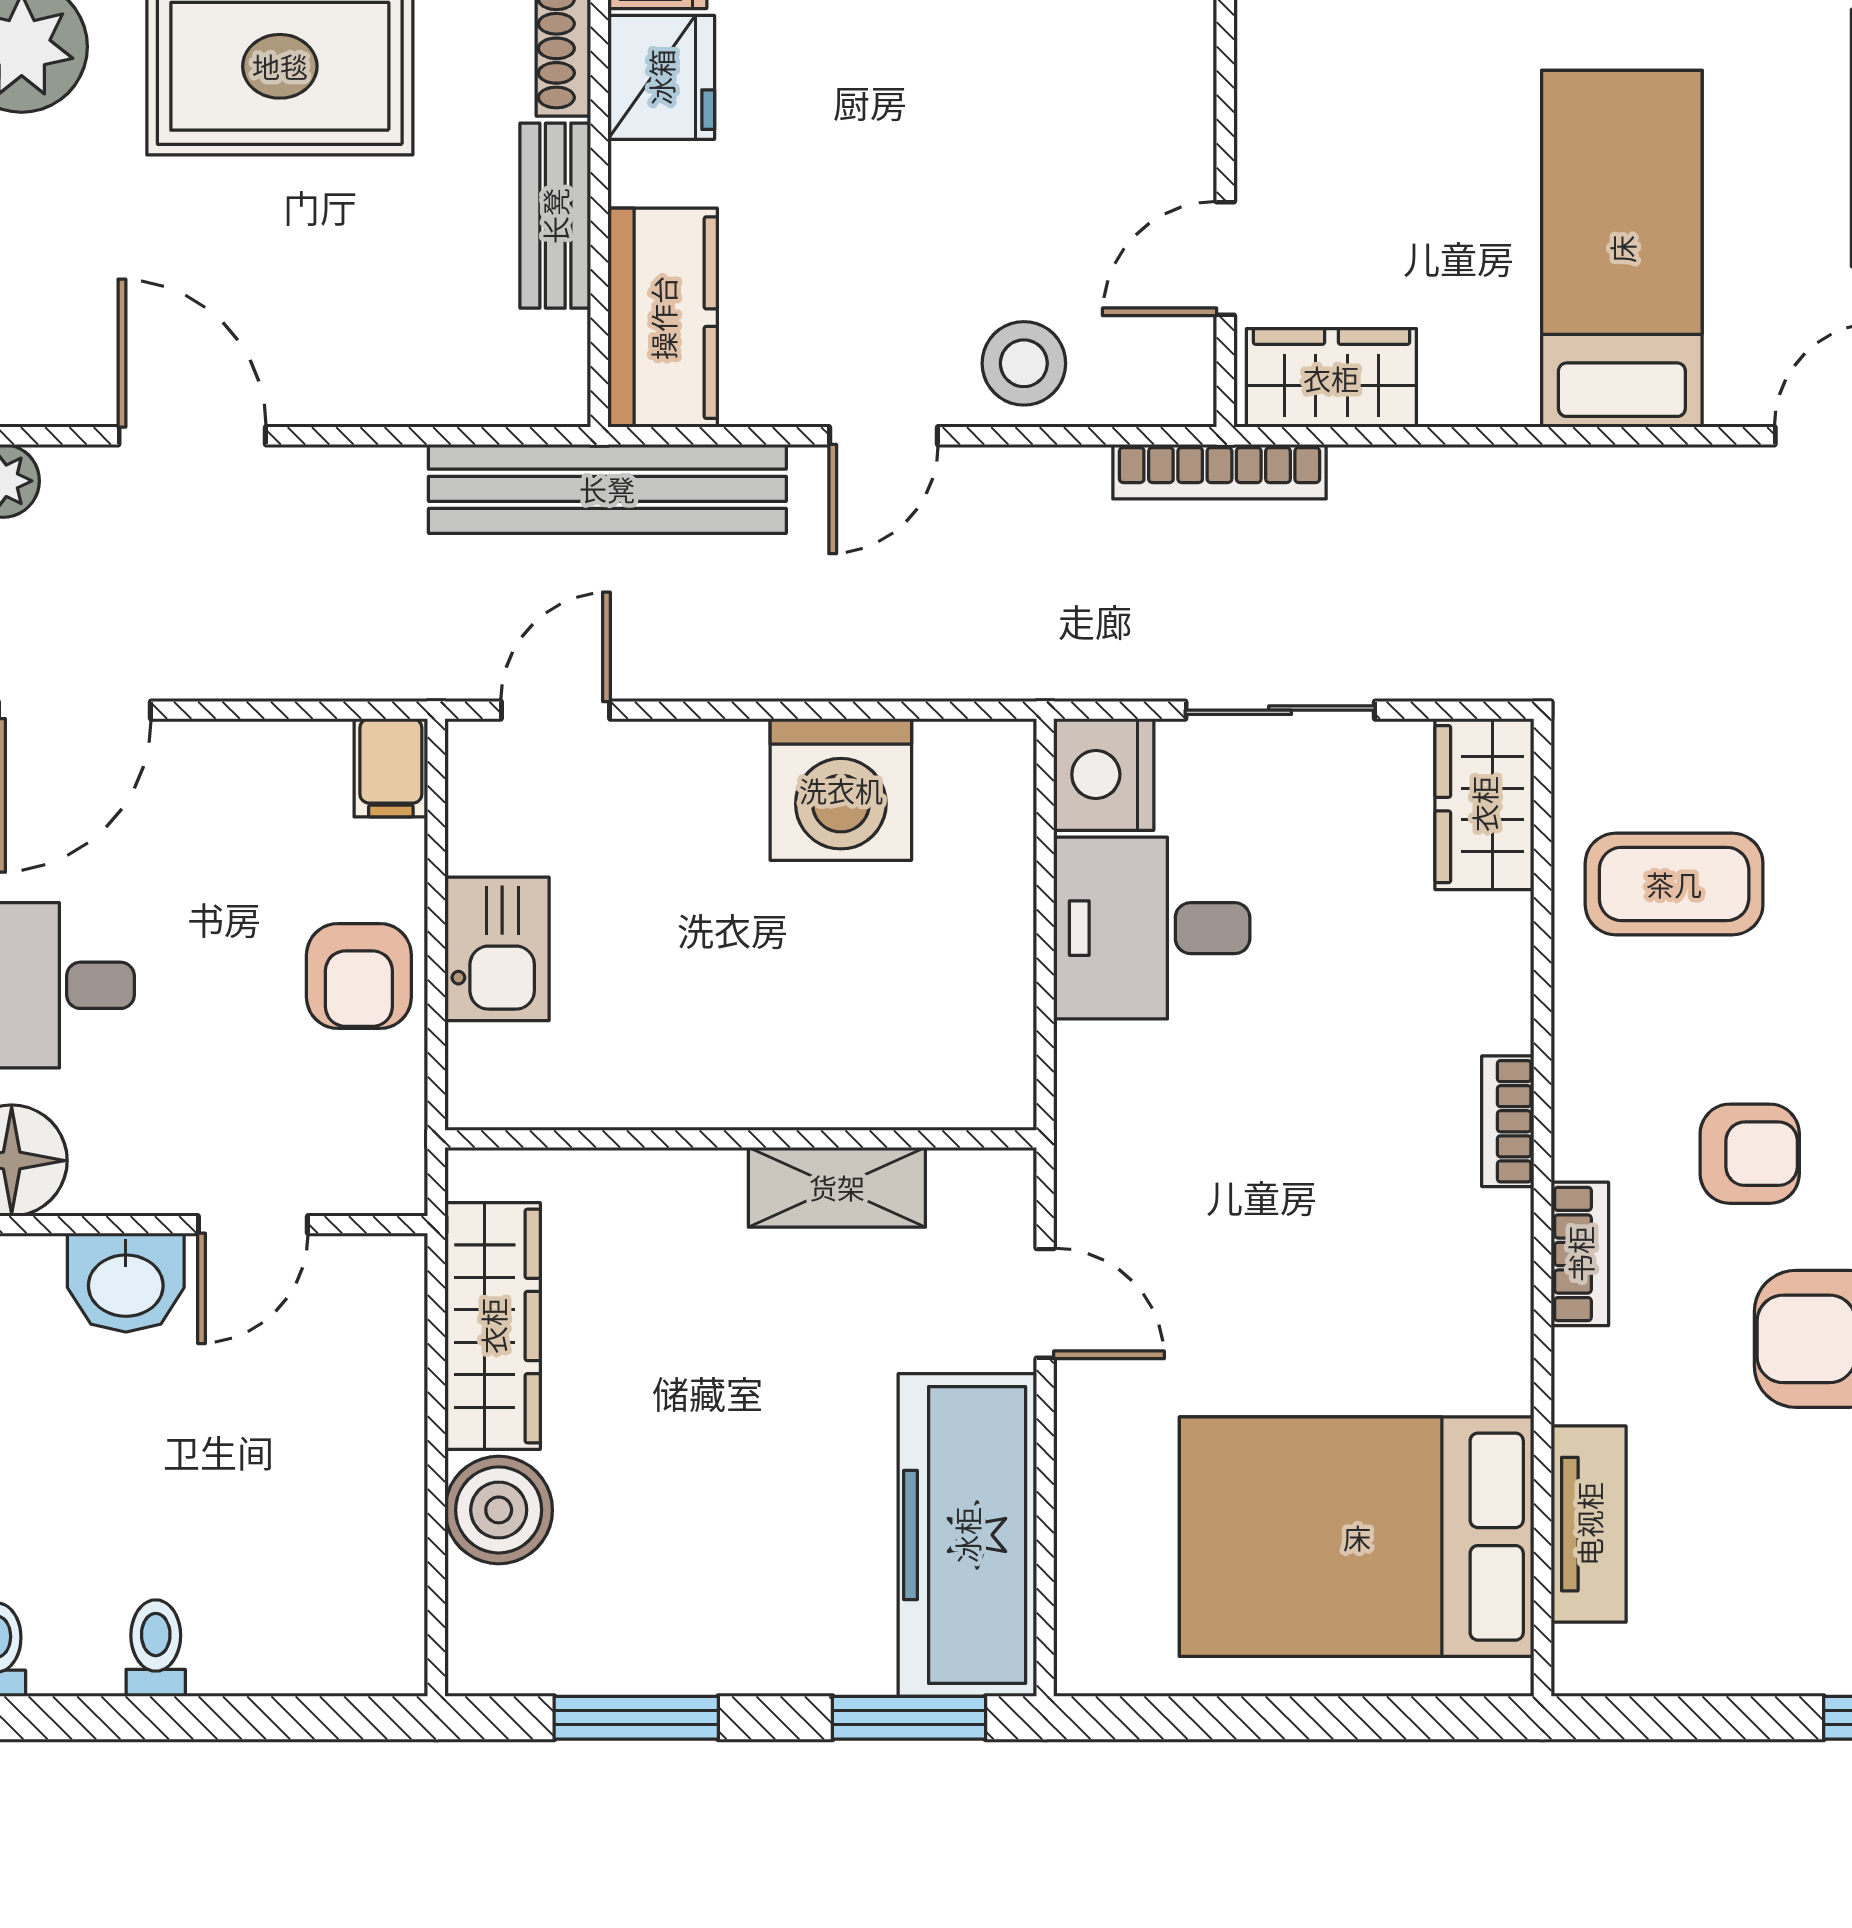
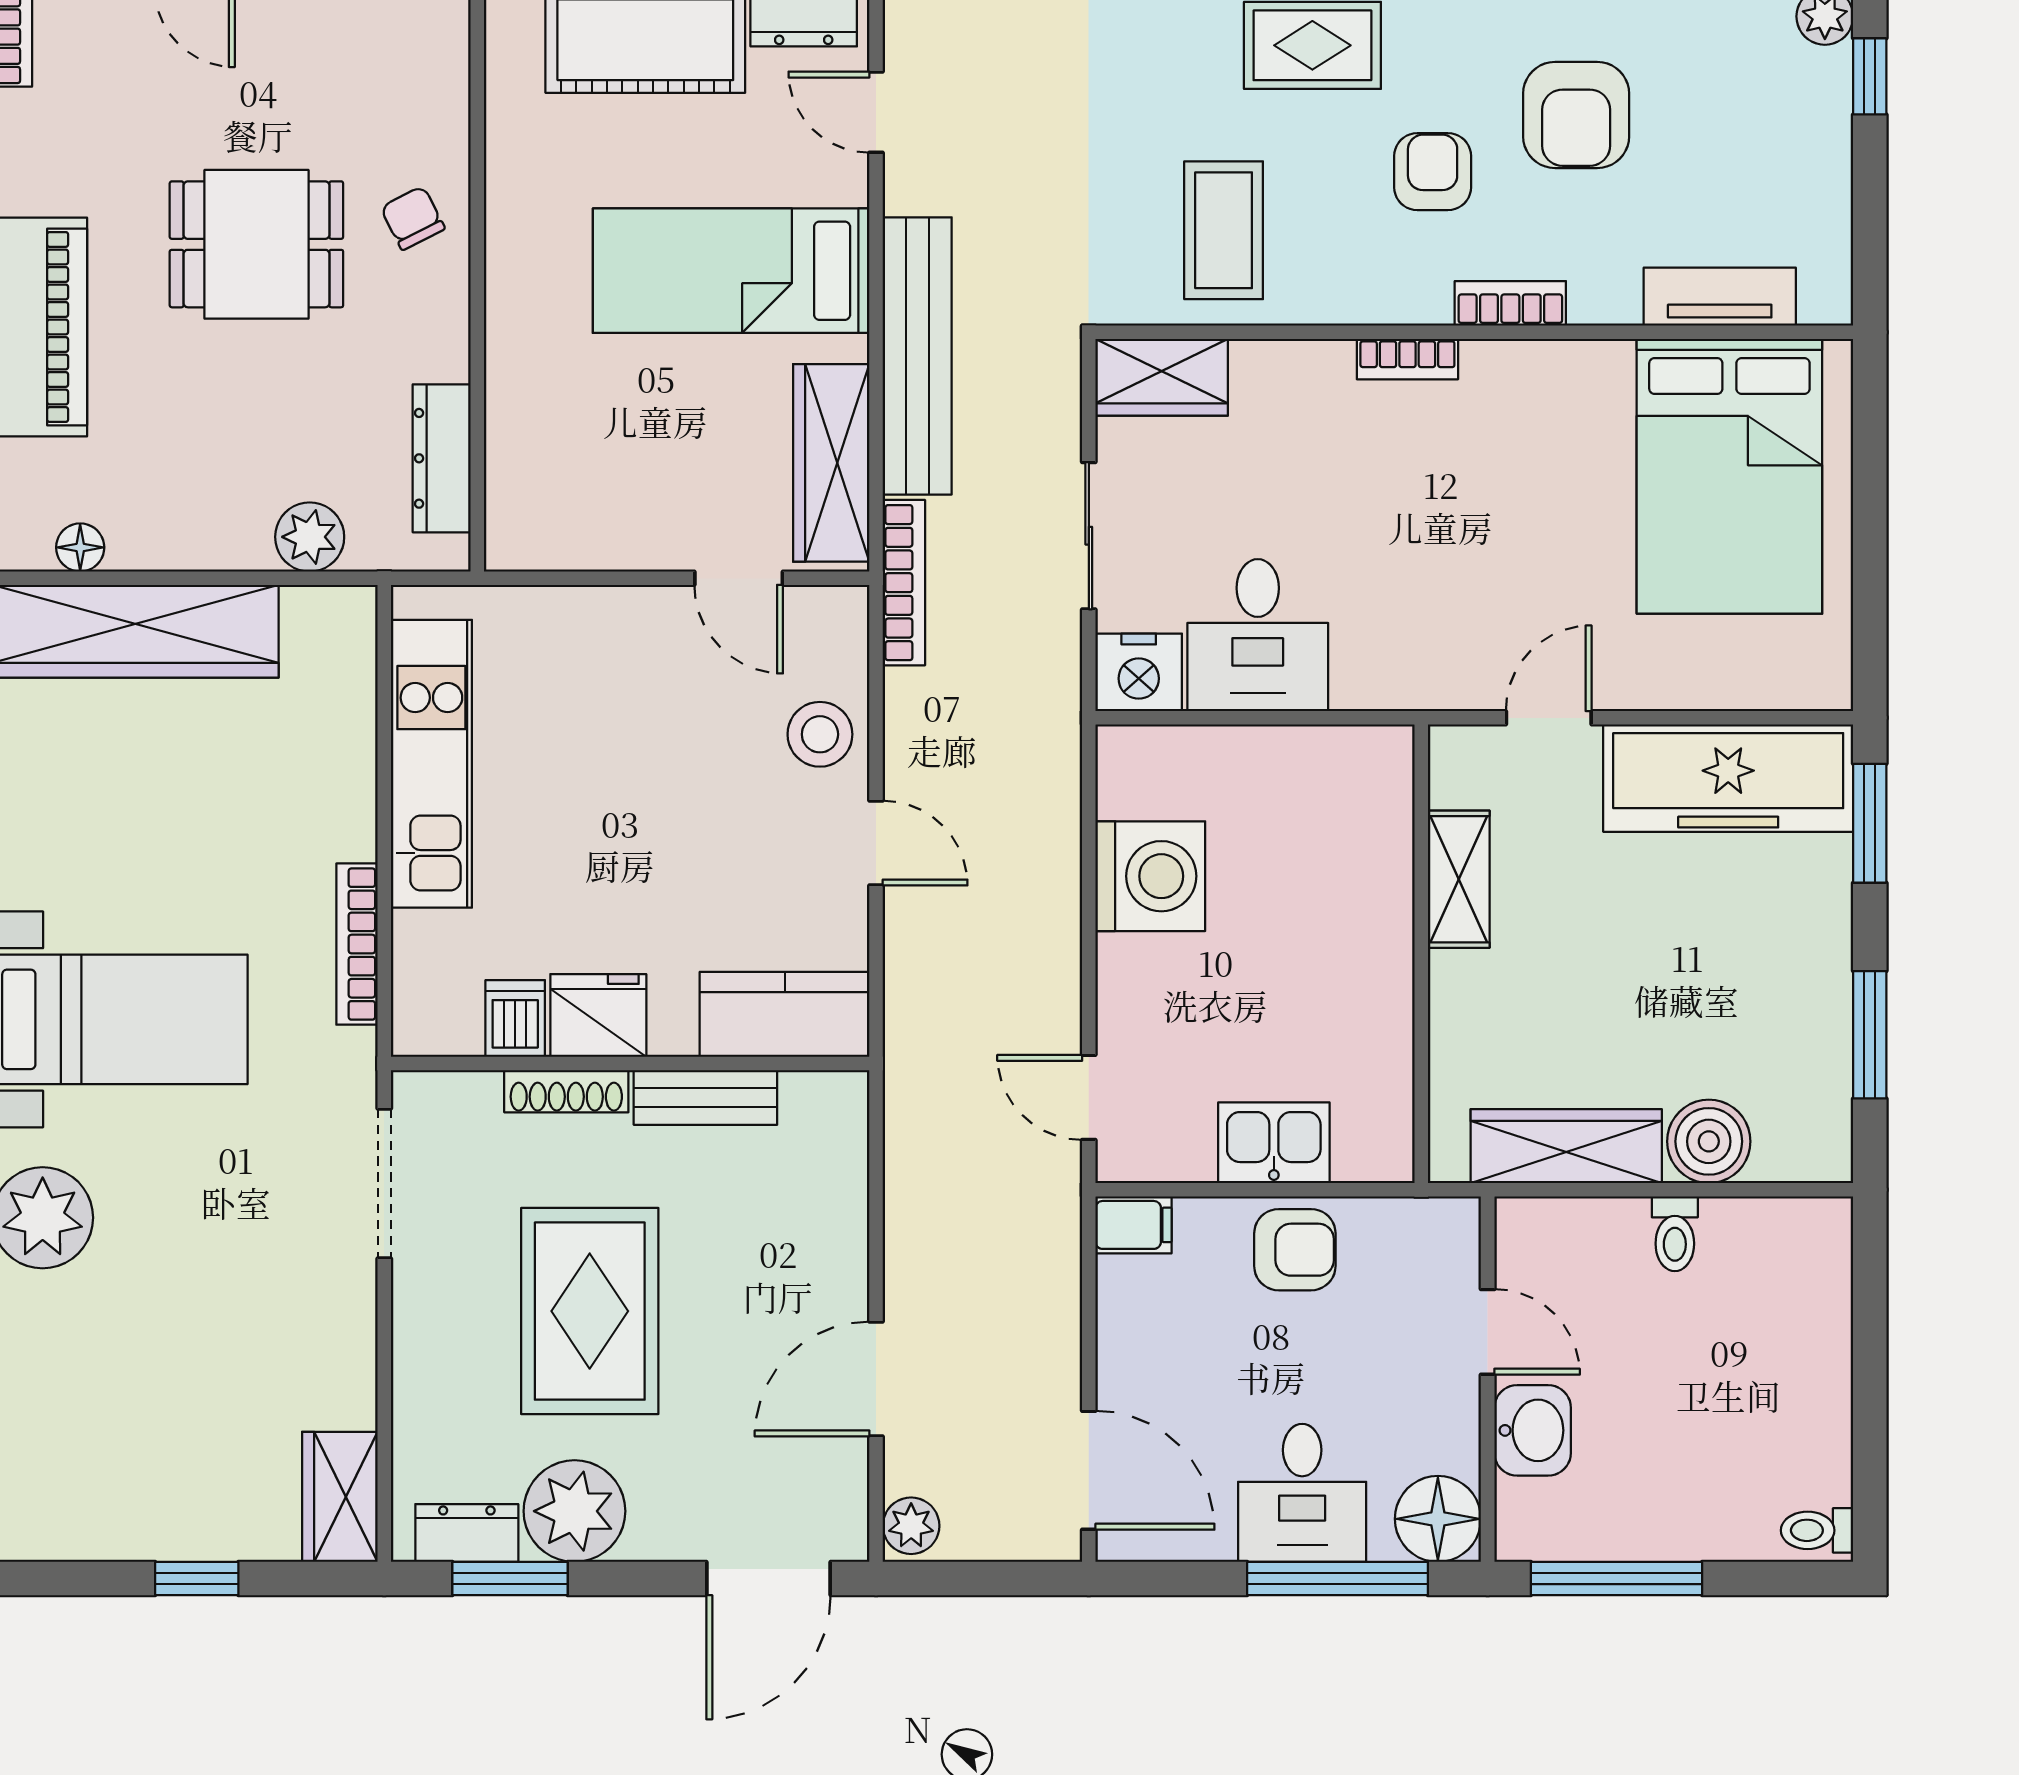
wardrobe: (1331, 378) -> (831, 463), width x1.50
bench: (607, 489) -> (917, 356), moved
toilet: (156, 1648) -> (1675, 1234), moved, turned -90

